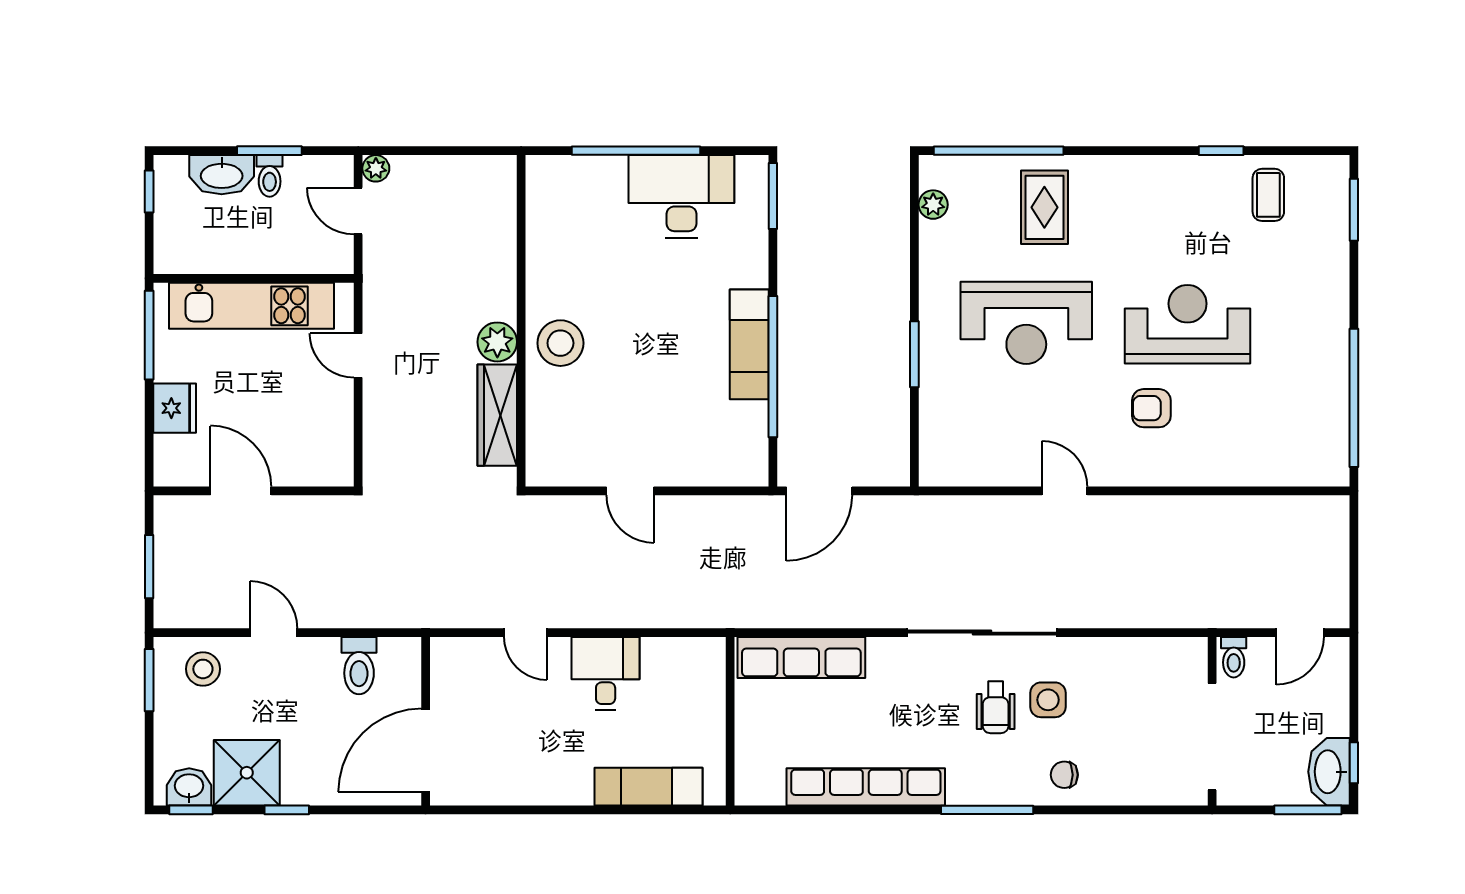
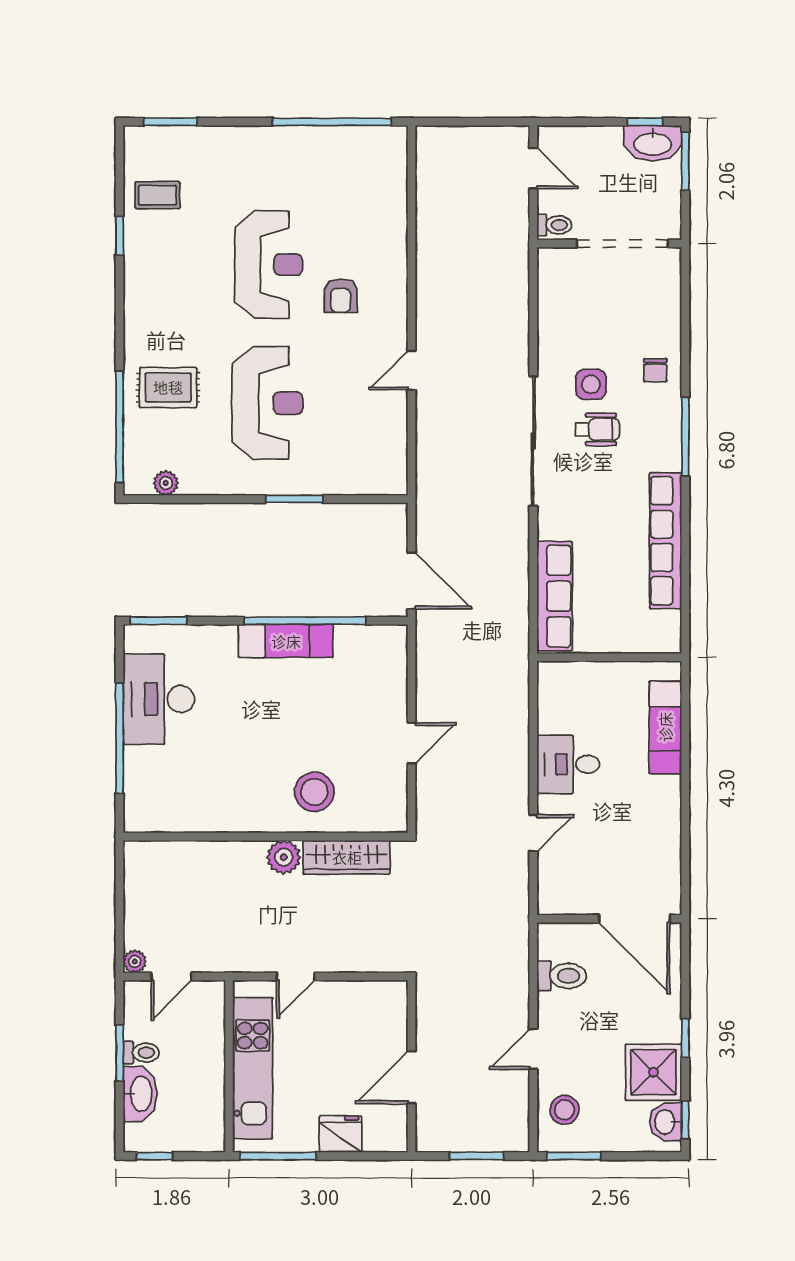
reception desk: (1188, 324) -> (269, 265), turned 180
stool: (560, 343) -> (314, 792), moved

